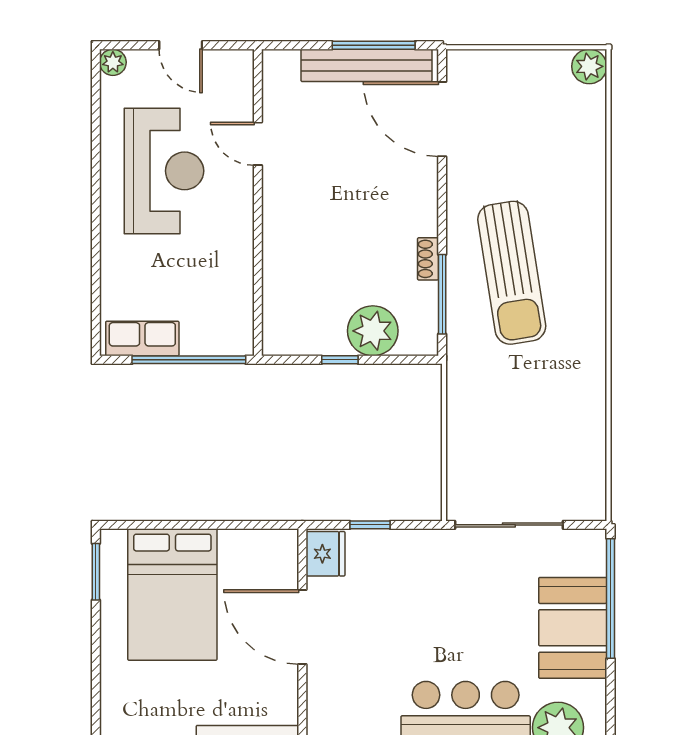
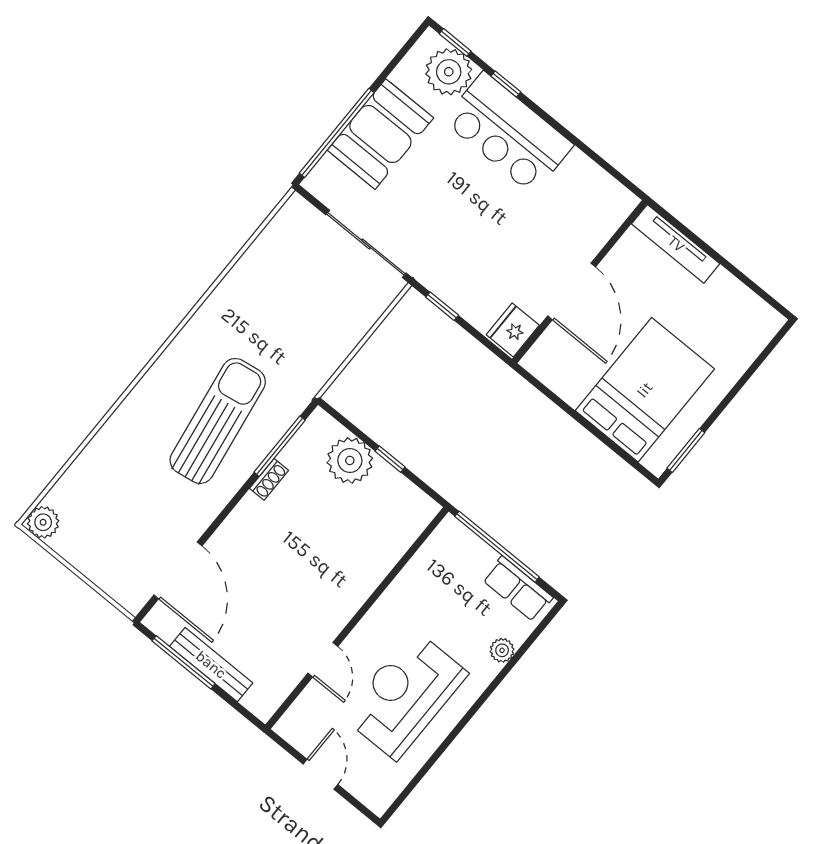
plant: (113, 62) -> (502, 650), moved
bench: (366, 65) -> (211, 665), width x0.73, depth x0.82
window: (370, 525) -> (442, 306), moved

